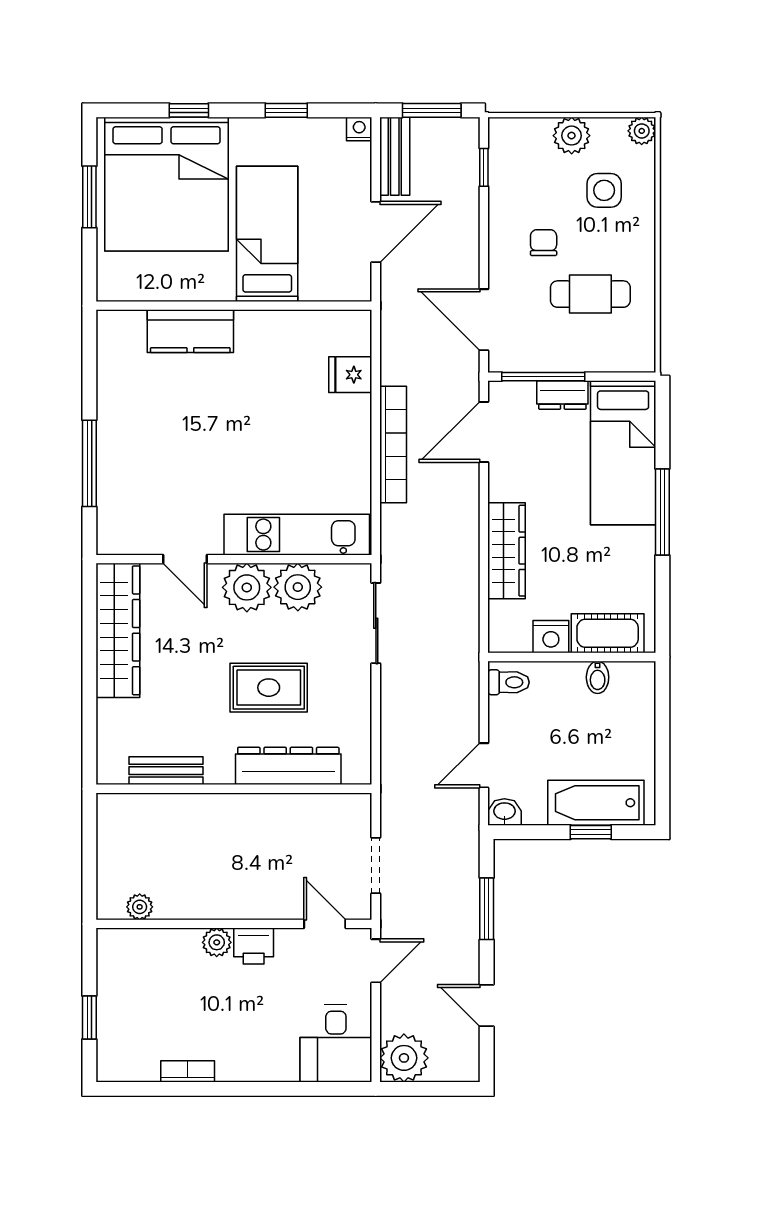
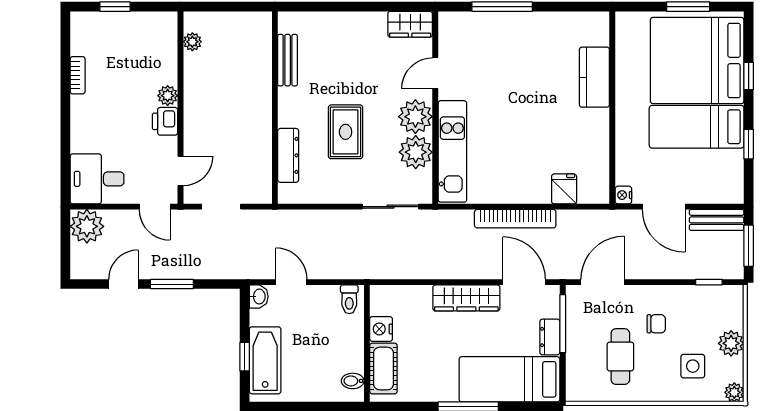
nightstand: (359, 129) -> (623, 195), moved, turned 180
bed: (267, 234) -> (697, 127), moved, turned 180
wardrobe: (507, 551) -> (466, 298), moved
wardrobe: (118, 630) -> (410, 24), width x0.48, depth x0.85
bidet: (598, 677) -> (353, 381), moved
dresser: (288, 766) -> (288, 155), width x0.73, depth x0.80
window: (487, 909) -> (172, 284), moved

